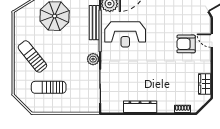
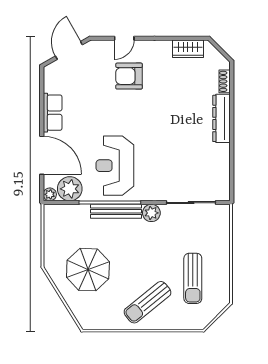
bench: (94, 23) -> (116, 211), moved
reception desk: (125, 34) -> (115, 166), turned 180
armchair: (186, 44) -> (129, 76), turned 90
dresser: (140, 107) -> (222, 118), moved

